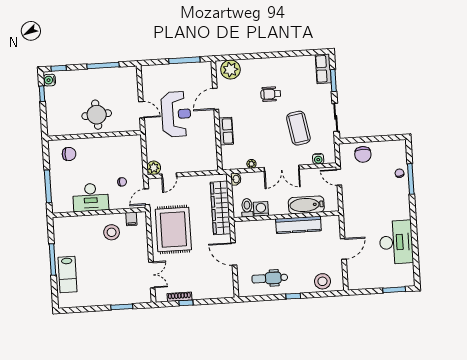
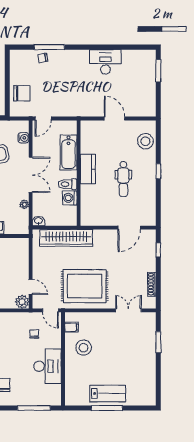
toilet: (247, 208) -> (68, 184), moved
kitchen counter: (298, 225) -> (88, 169), width x0.67
desk: (396, 242) -> (105, 62), width x0.73, depth x0.77
door: (234, 254) -> (129, 228), moved
lab bench: (68, 275) -> (108, 393), moved
dental chair: (270, 278) -> (123, 179), moved
window: (186, 303) -> (158, 250), moved

